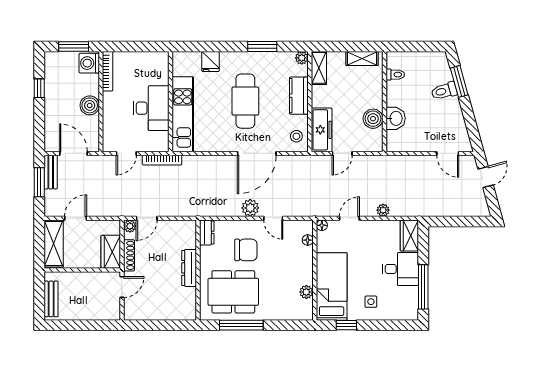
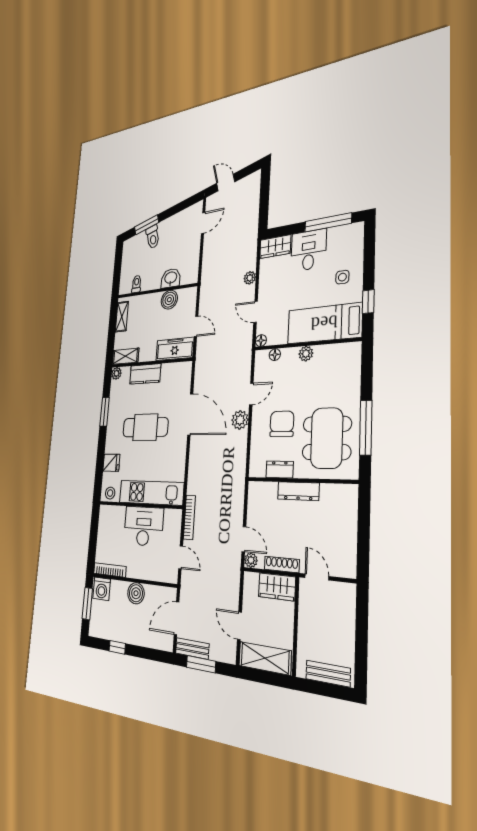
stool: (296, 136) -> (110, 493), moved
dresser: (207, 232) -> (280, 469), moved
plant: (306, 292) -> (306, 354), moved

